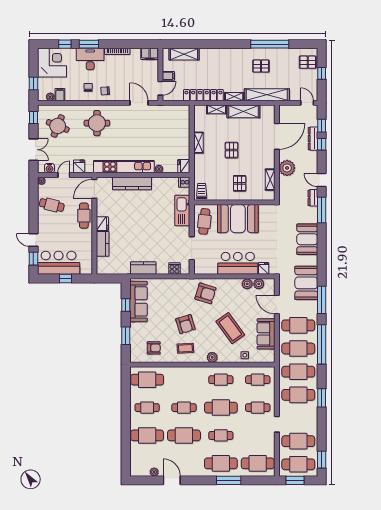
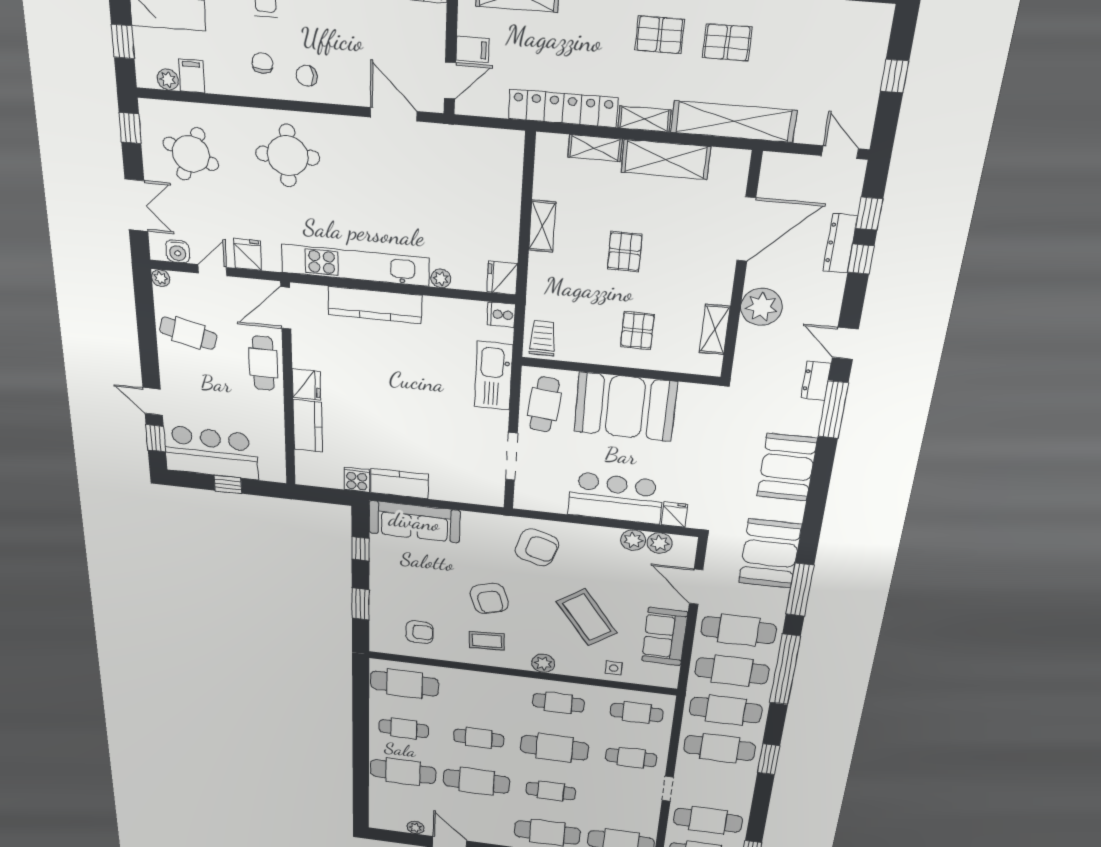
pallet: (308, 62) -> (660, 35), moved
cooker: (174, 269) -> (357, 480), moved
sofa: (139, 301) -> (414, 522), moved, turned 90

